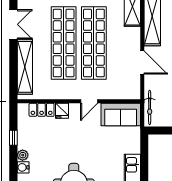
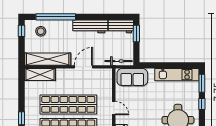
sofa: (121, 115) -> (132, 77), moved, turned 90

